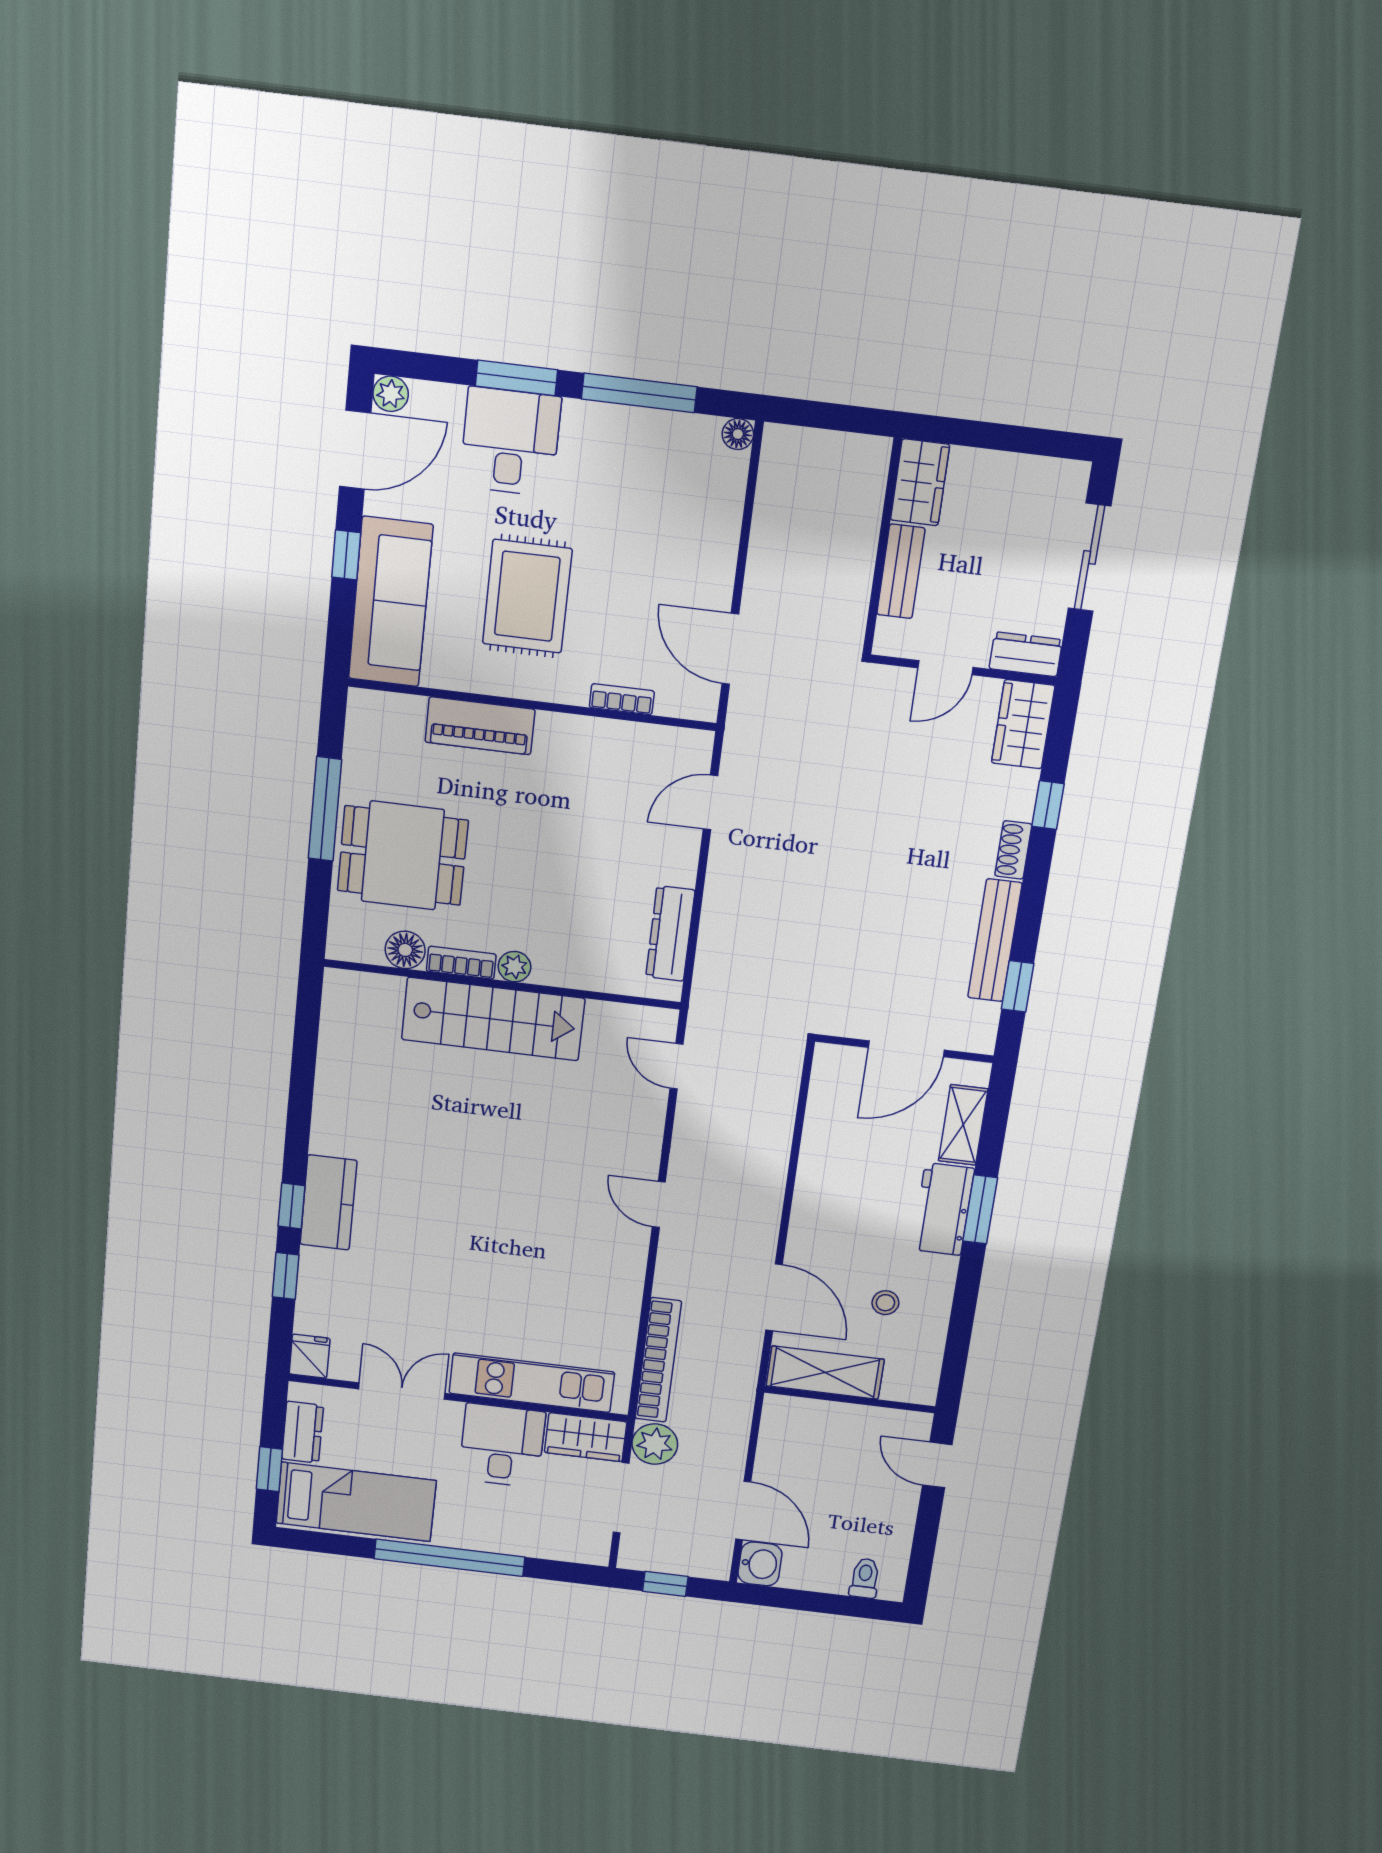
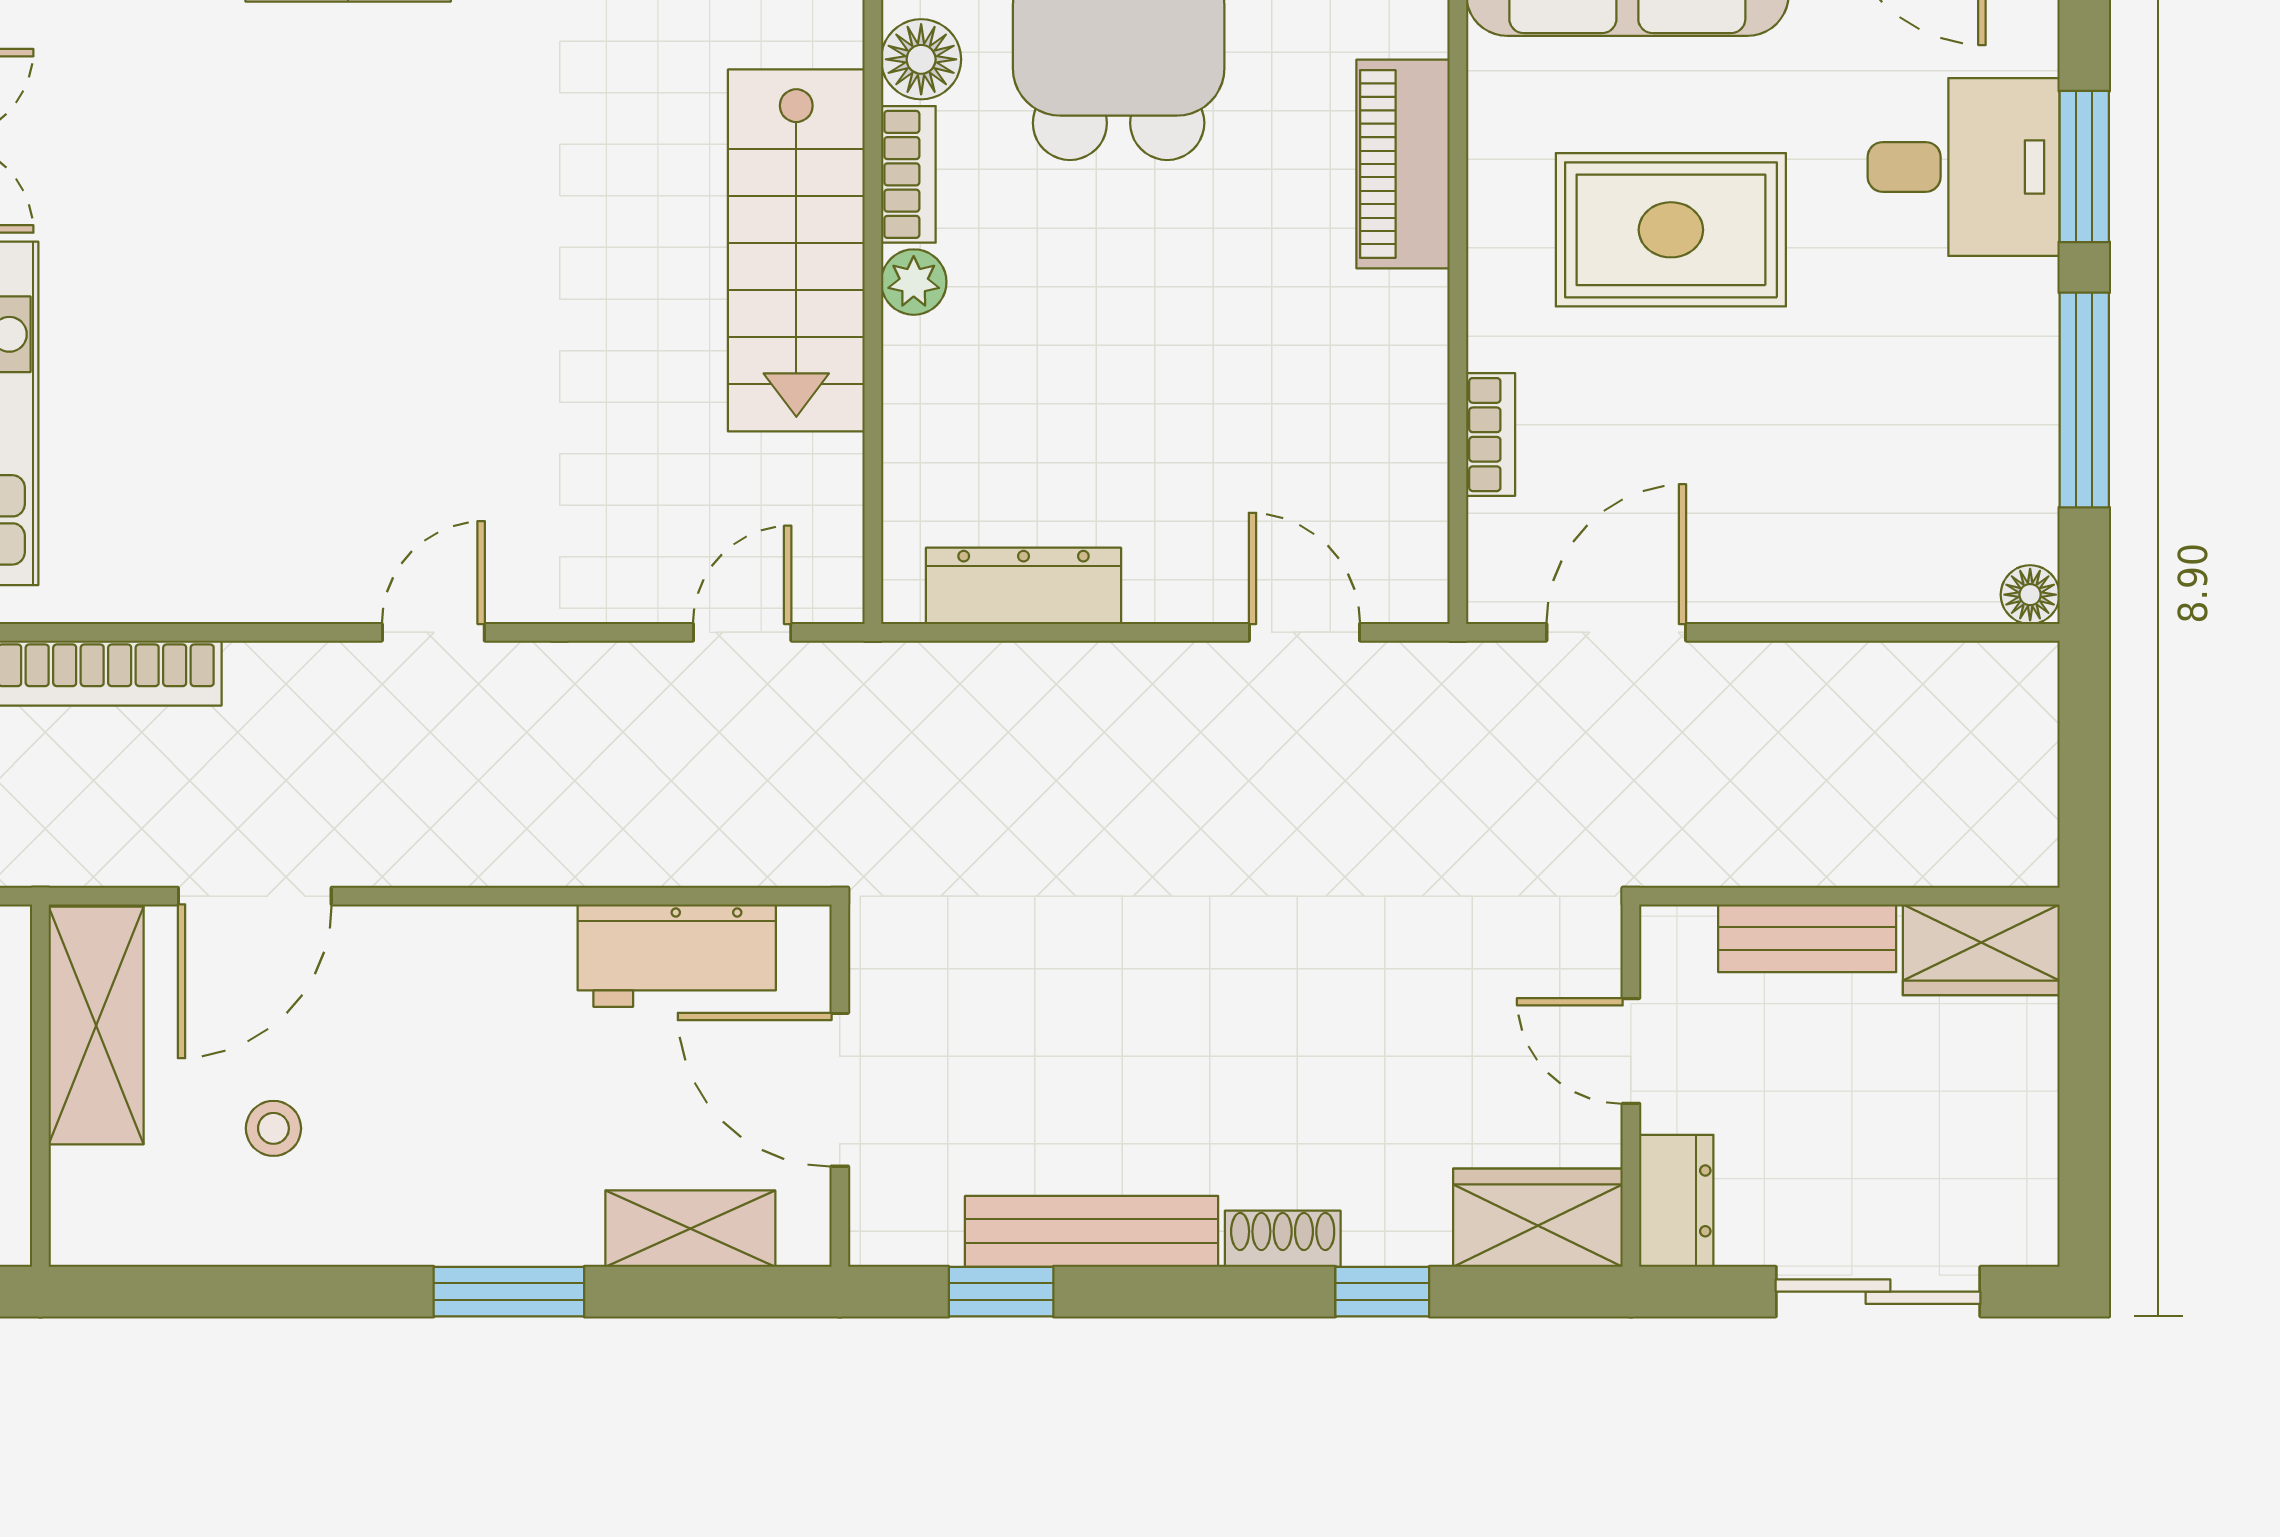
workbench: (943, 1209) -> (677, 956), moved, turned 180

